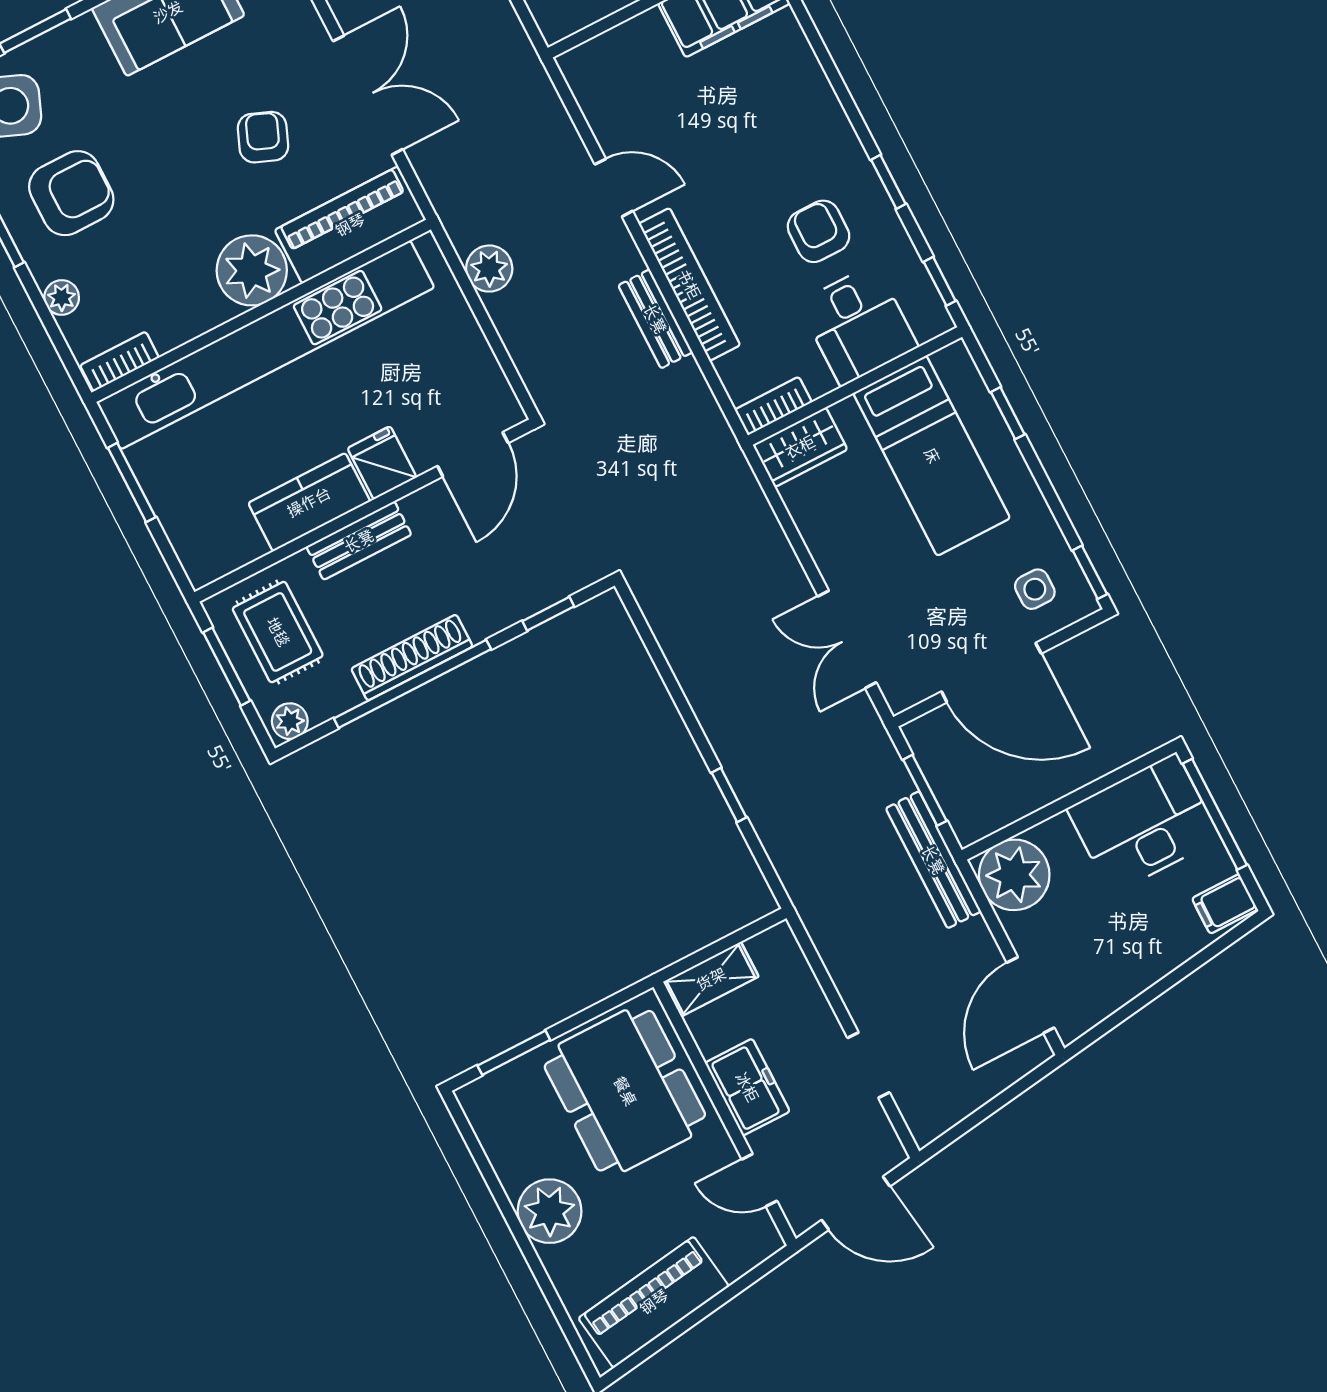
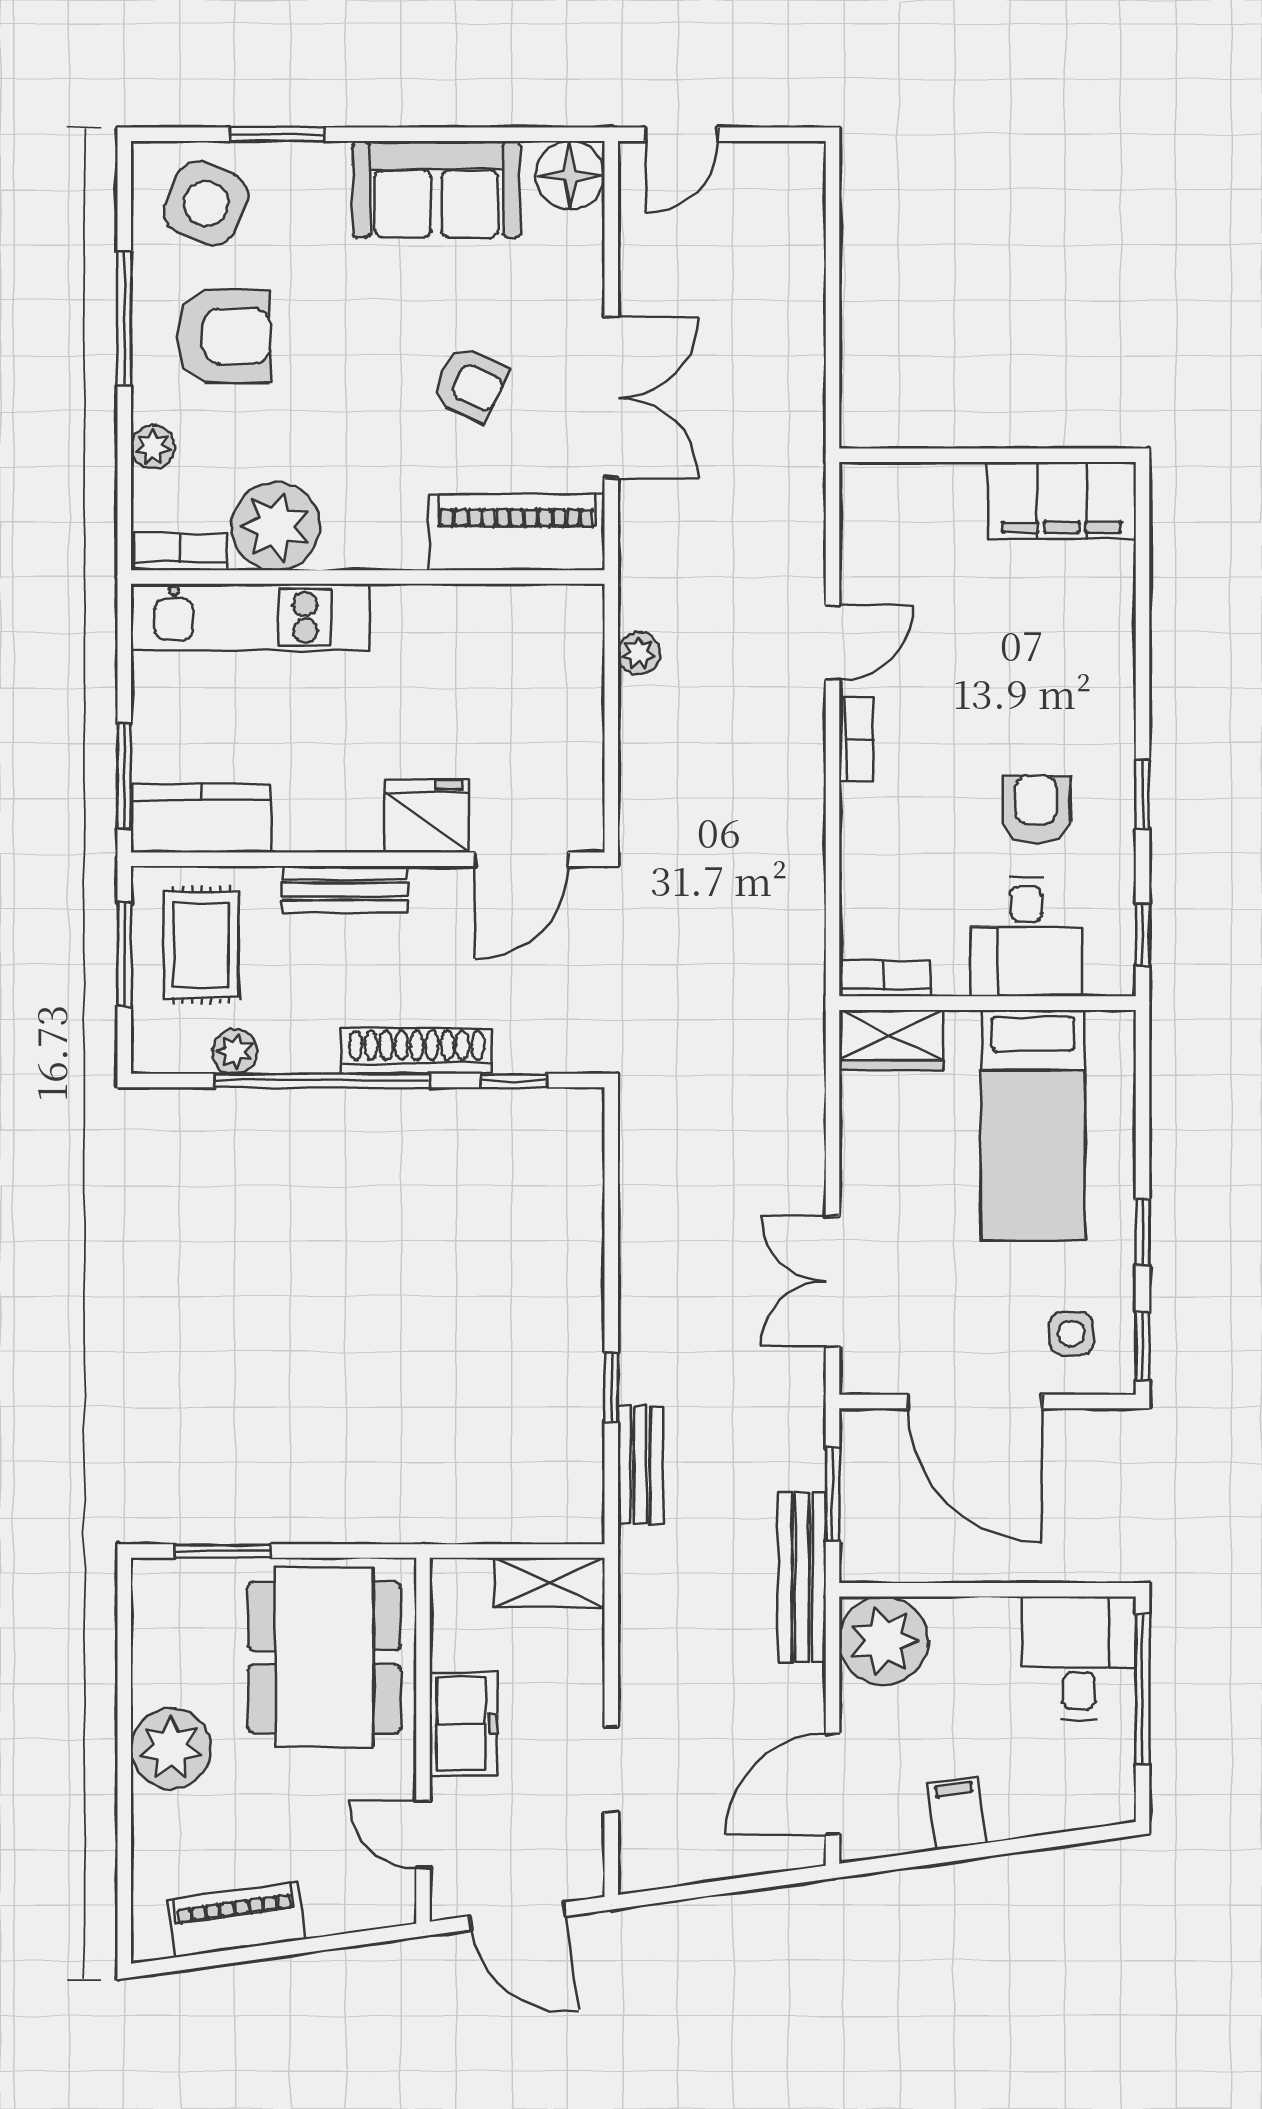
armchair: (263, 137) -> (470, 384), turned 93
door: (614, 188) -> (833, 643), hinge flipped
plant: (489, 269) -> (639, 653), width x0.73, depth x0.73
plant: (252, 270) -> (276, 526), moved
bookcase: (689, 284) -> (856, 739), width x0.43, depth x0.76
bench: (655, 319) -> (640, 1465), moved
kitchen unit: (265, 345) -> (250, 617), width x0.54
window: (1008, 413) -> (1143, 1232), moved
fridge: (382, 463) -> (427, 816), width x1.38
window: (132, 483) -> (124, 776), moved
kitchen counter: (309, 502) -> (202, 818), moved
shoe rack: (412, 658) -> (417, 1051), moved
plant: (290, 721) -> (235, 1052), moved
desk: (1143, 823) -> (1079, 1658), width x0.73
filing cabinet: (1225, 904) -> (957, 1813), moved, turned 82
shelving: (711, 979) -> (550, 1582), moved
piano: (654, 1302) -> (236, 1920), width x0.73, depth x0.75

